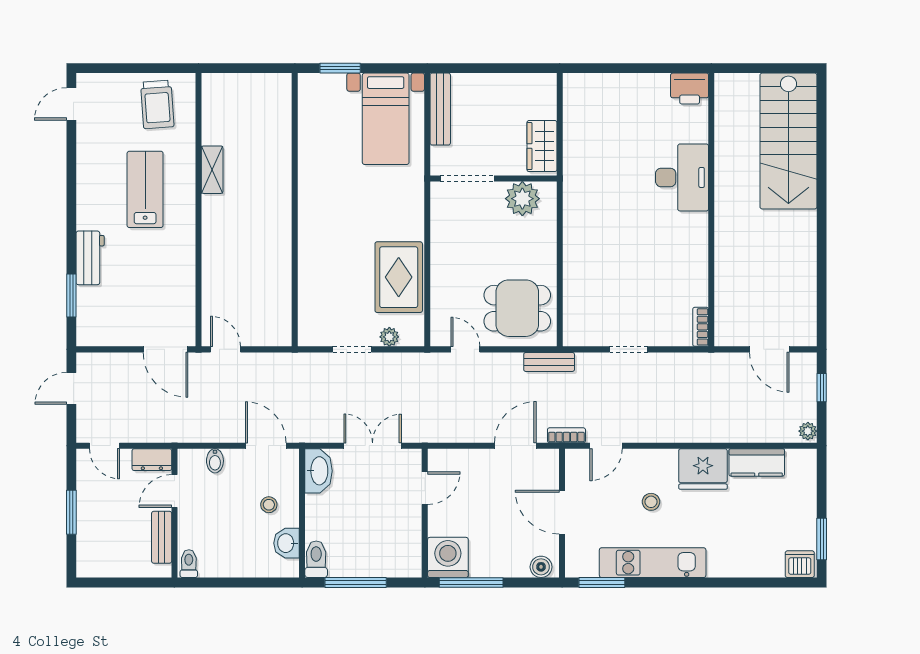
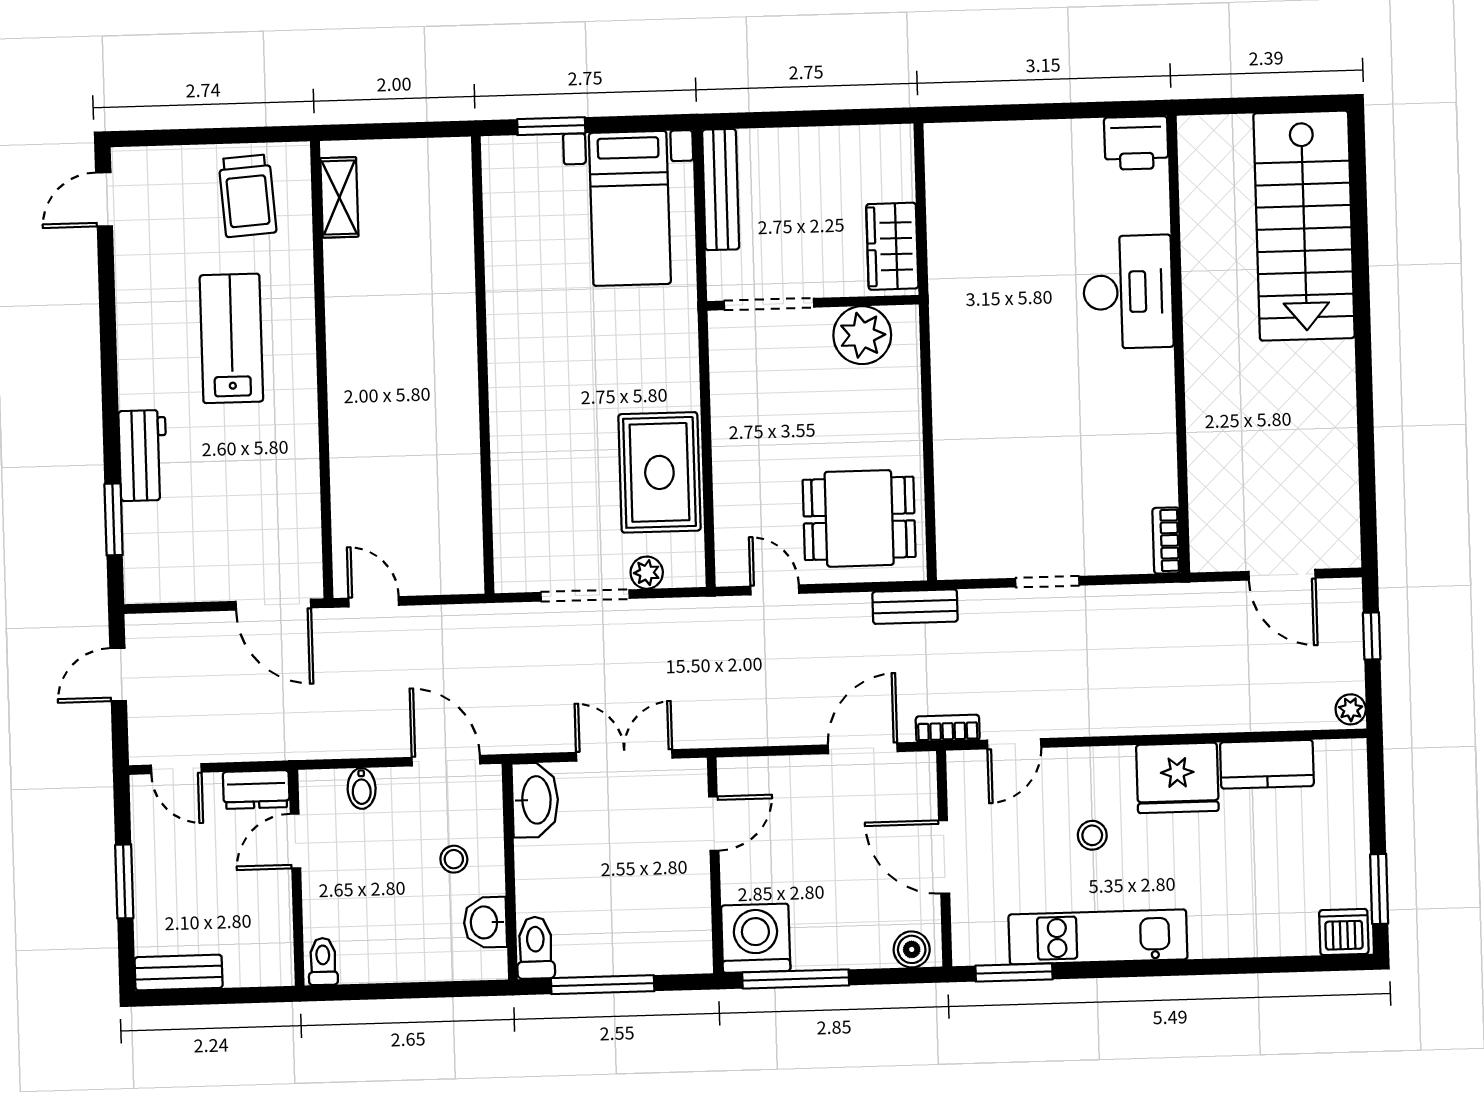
shelving: (212, 170) -> (339, 197), moved
doorway: (352, 349) -> (585, 595), width x1.38
bench: (162, 537) -> (179, 973), moved, turned 90

